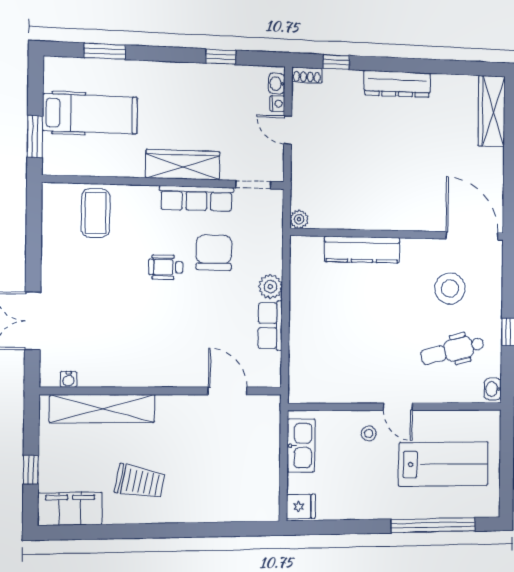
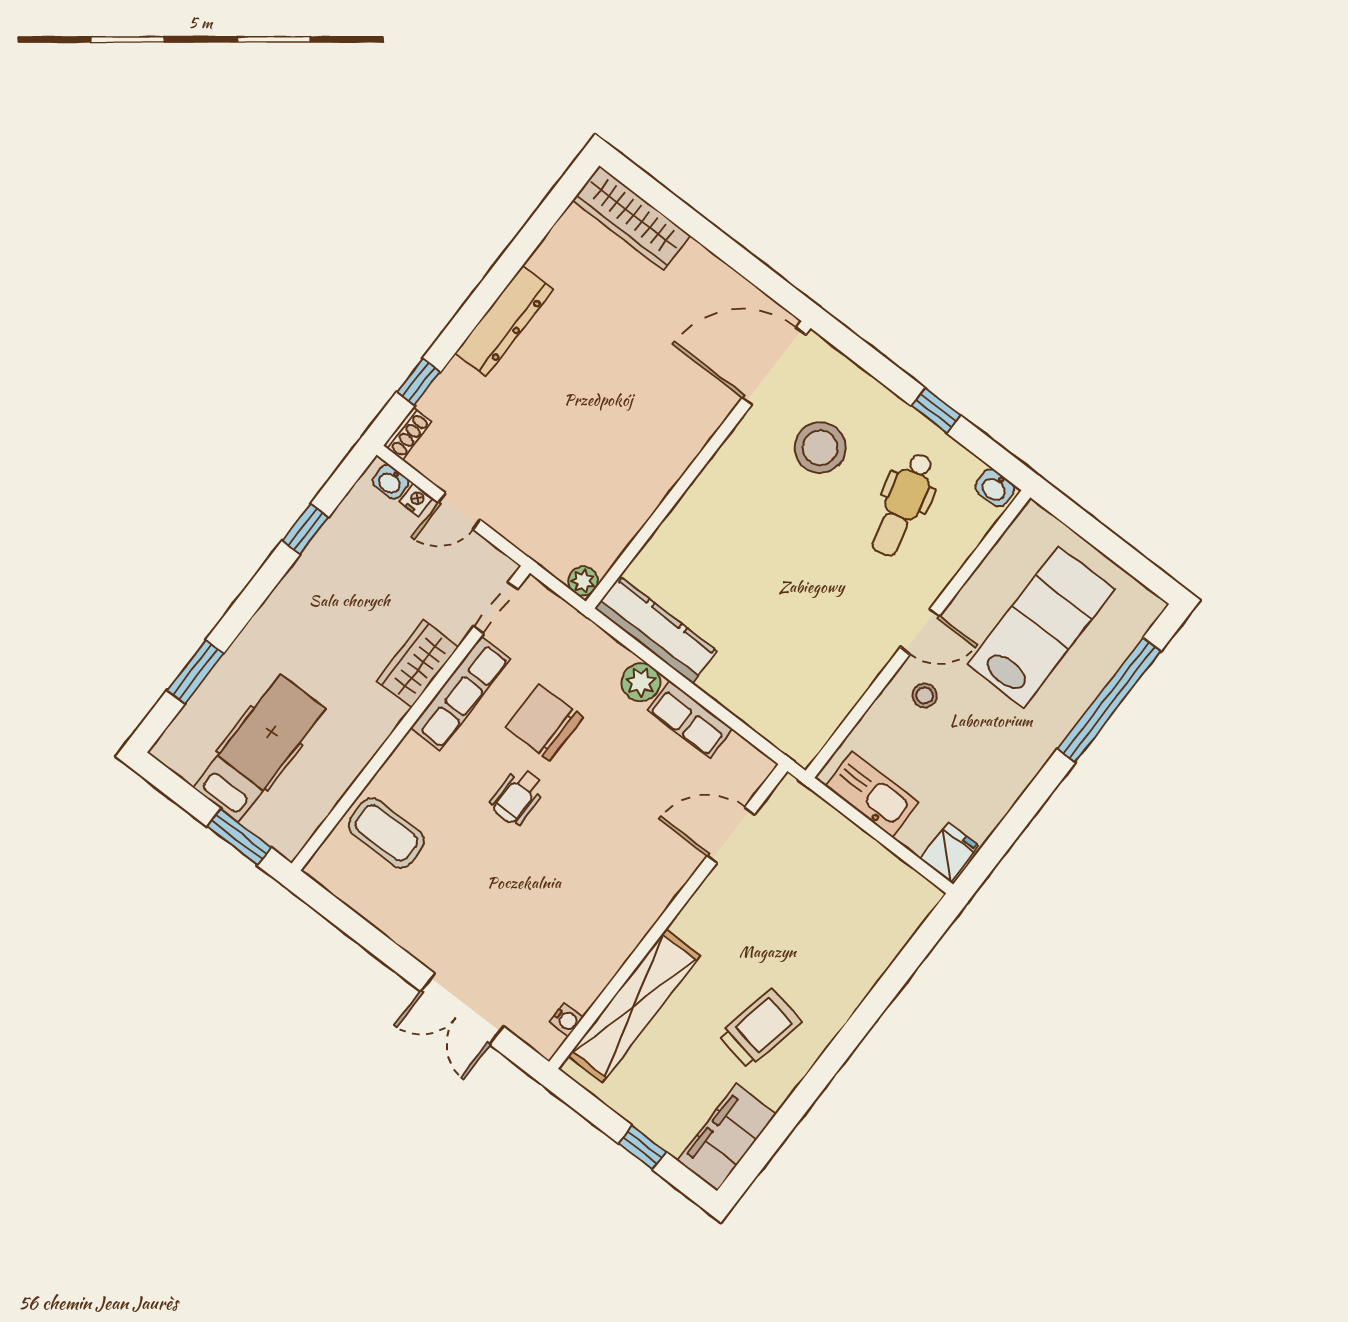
wardrobe: (183, 165) -> (417, 664), width x0.67
kitchen counter: (362, 250) -> (656, 630), moved, turned -90

